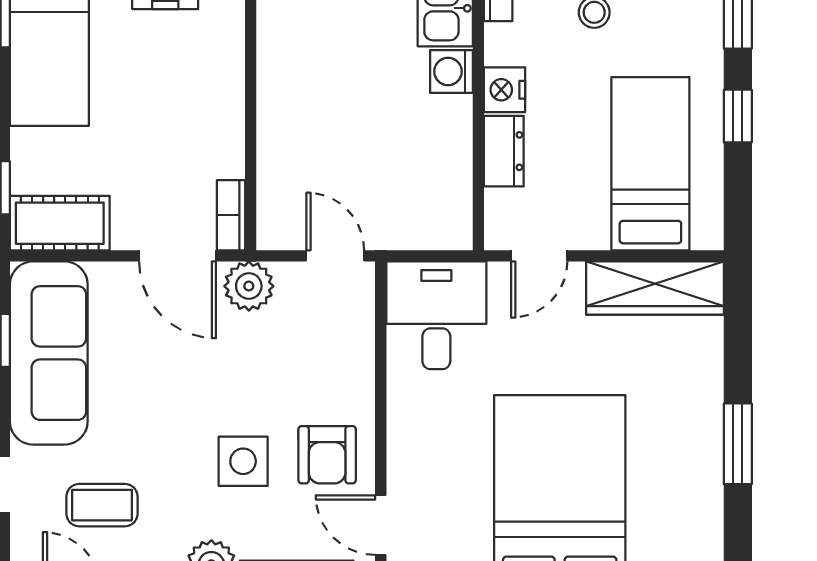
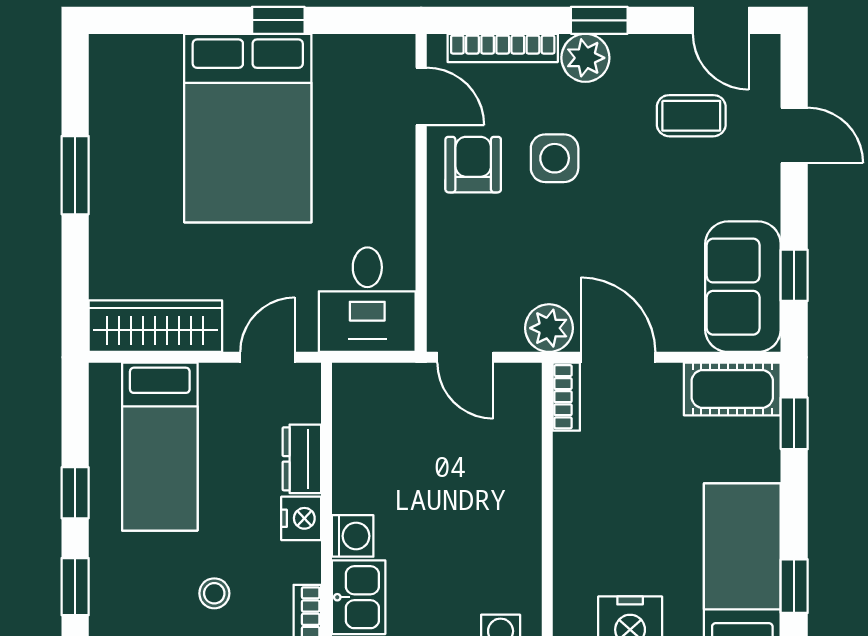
sofa: (49, 353) -> (743, 287), width x0.73

